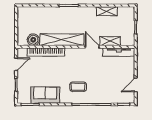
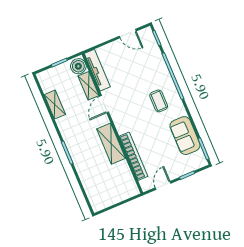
boiler: (33, 40) -> (78, 66), moved
shelving: (62, 40) -> (111, 144), width x0.68
door: (16, 64) -> (163, 185), hinge flipped

